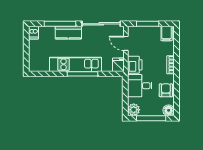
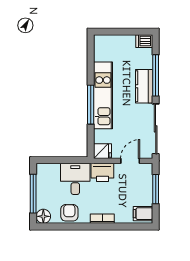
armchair: (166, 90) -> (69, 213), turned -90
plant: (134, 110) -> (44, 171), removed

